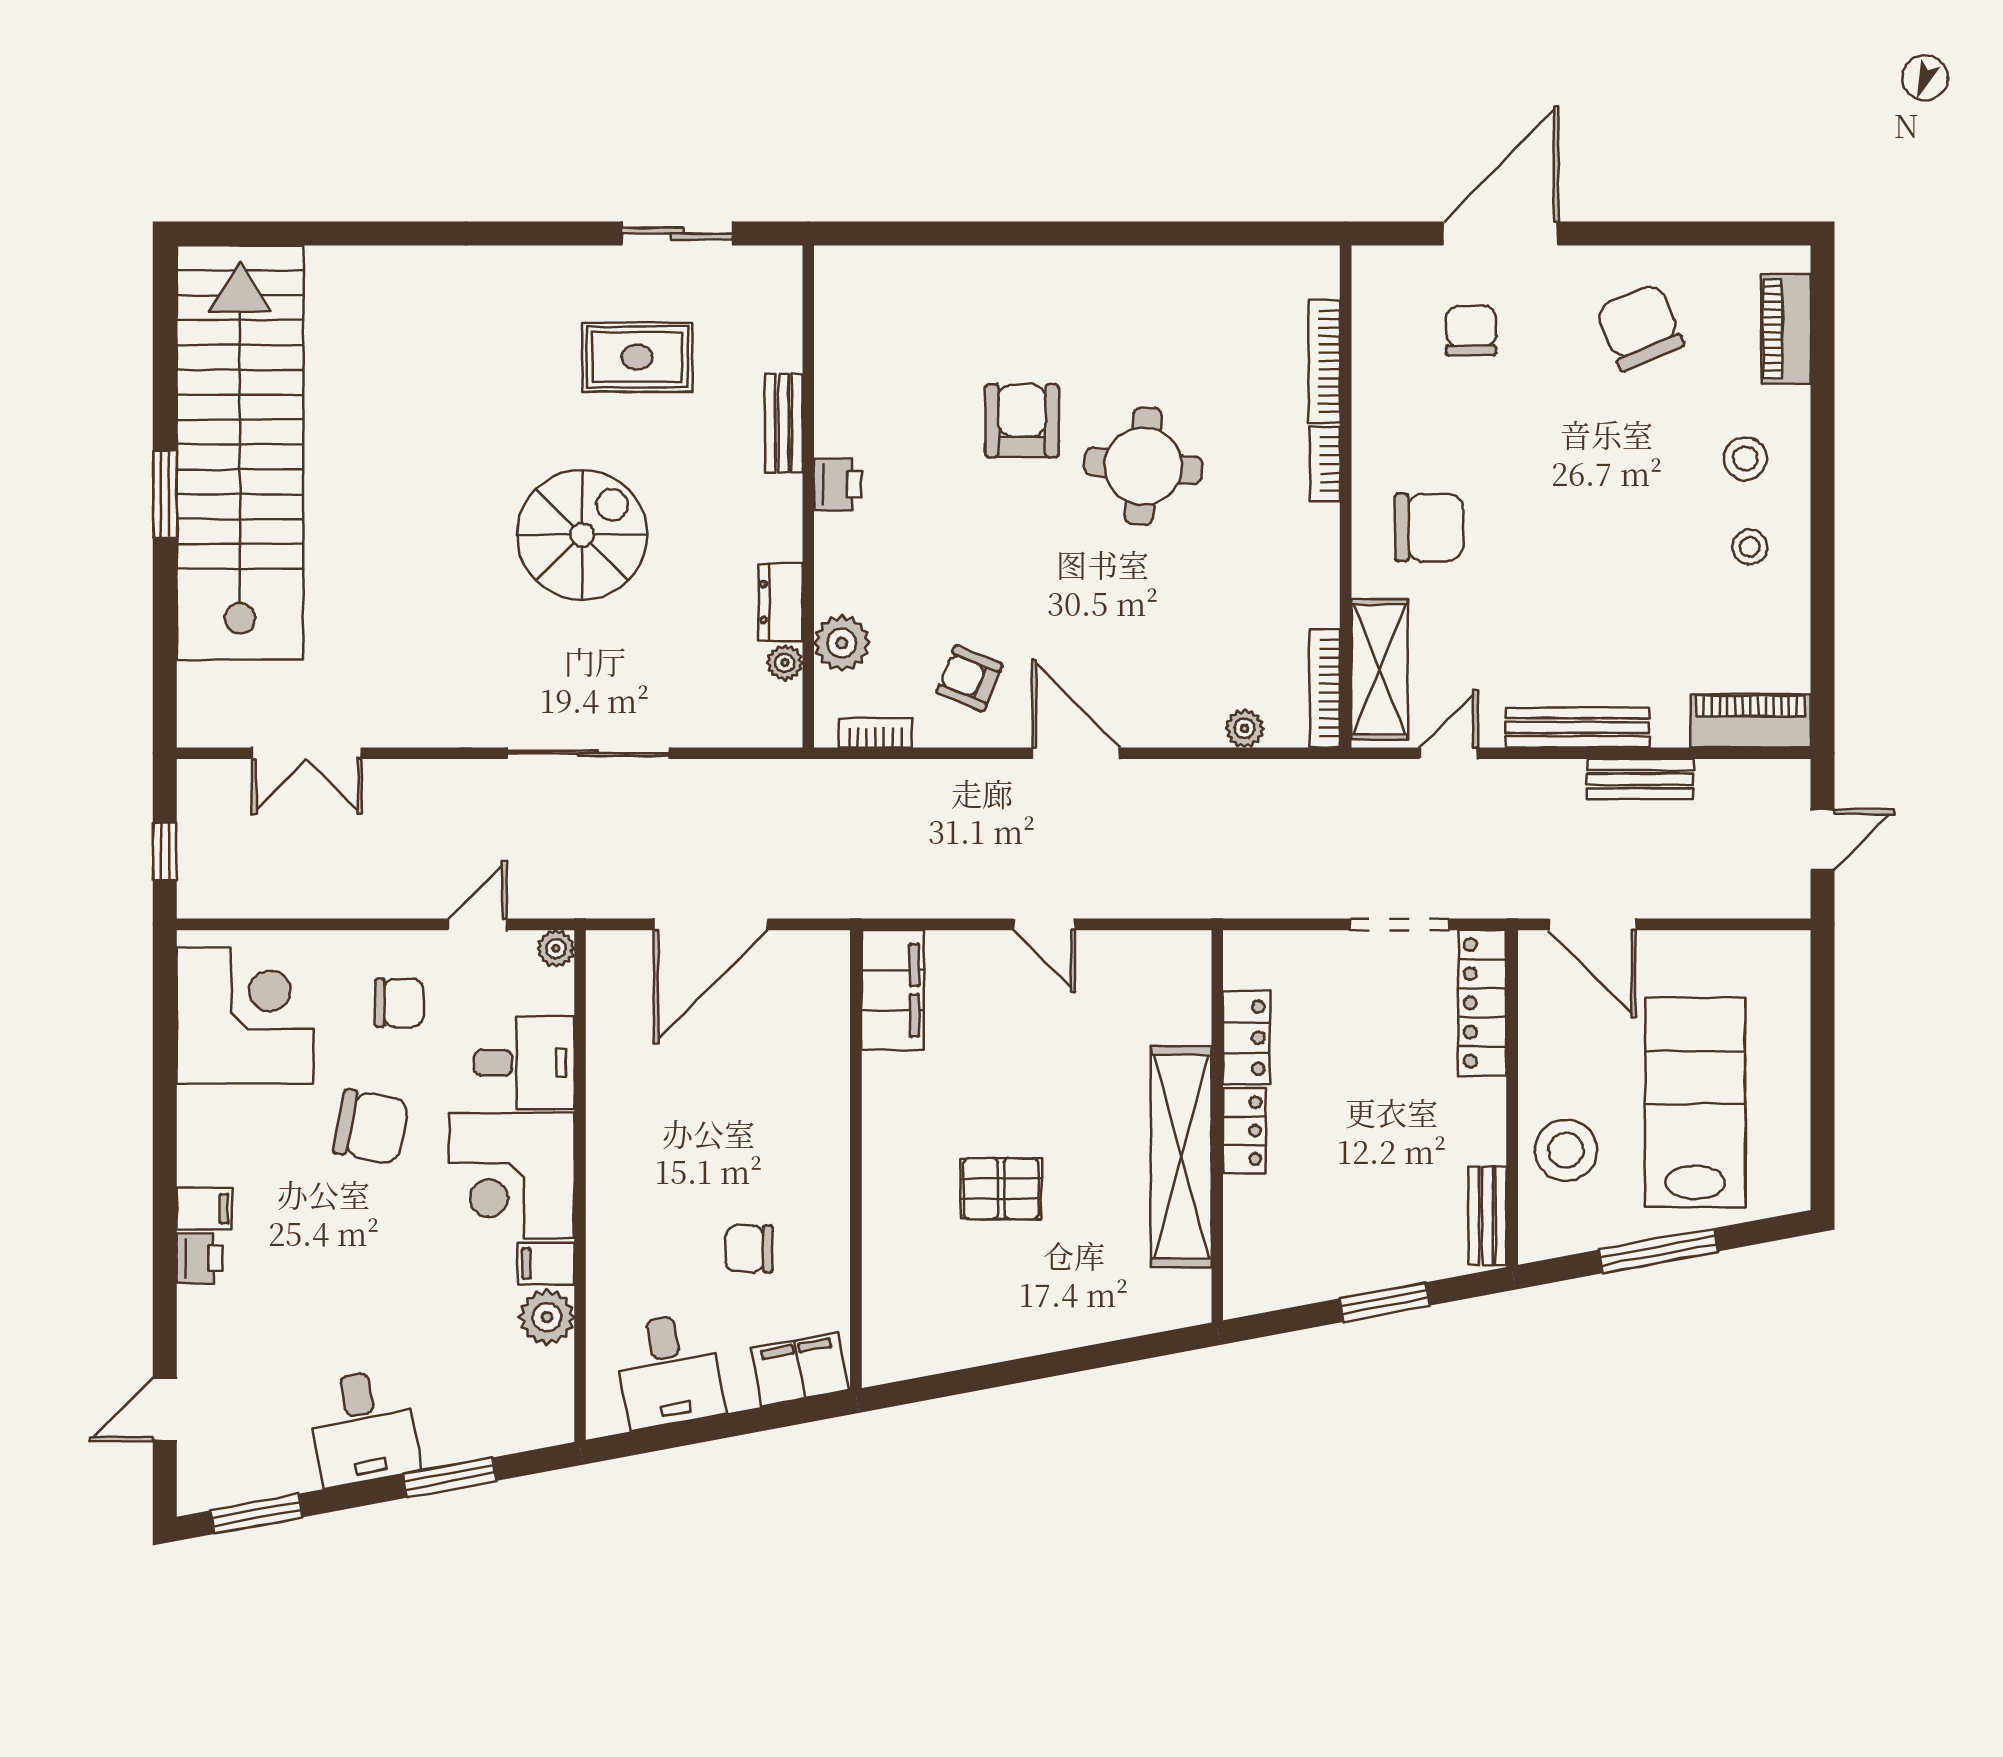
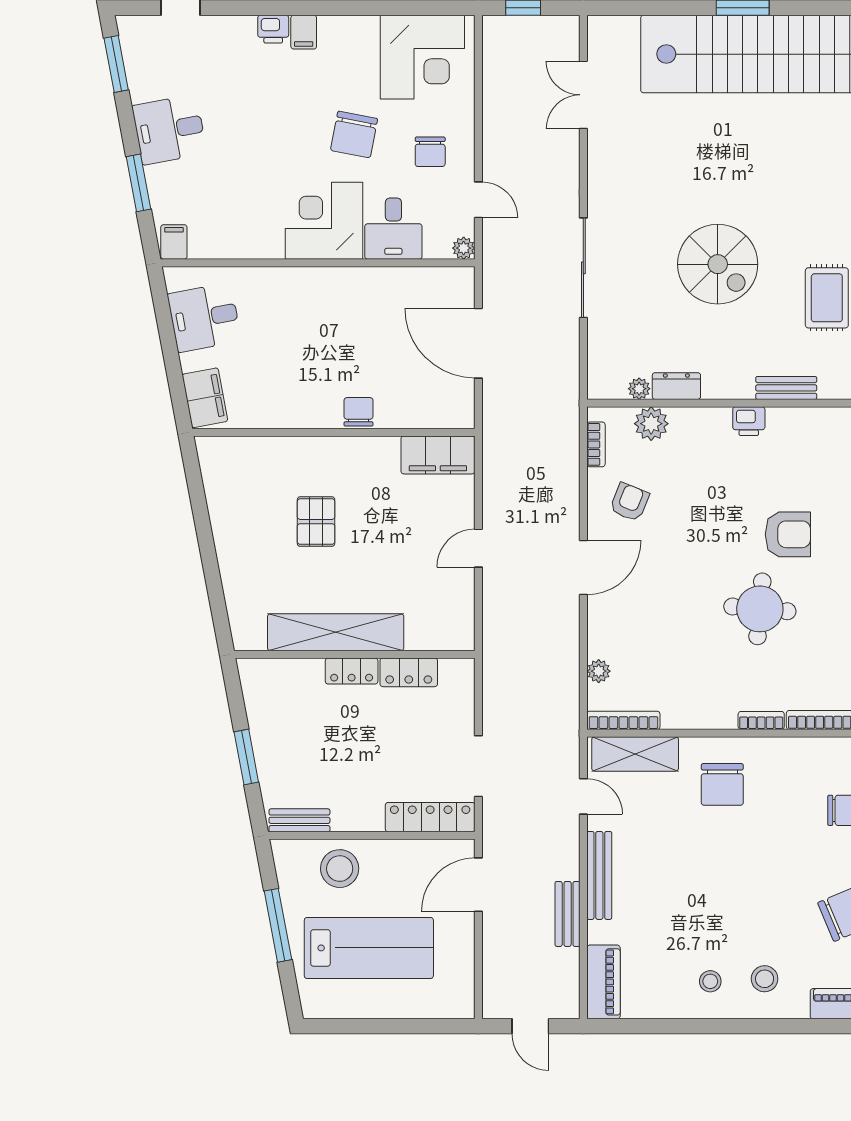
chair: (749, 1249) -> (359, 412), moved
filing cabinet: (546, 1263) -> (174, 242), moved
plant: (547, 1317) -> (237, 243), removed

